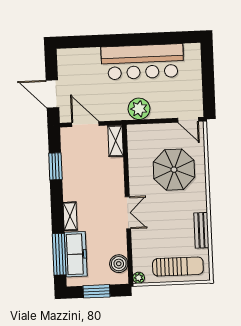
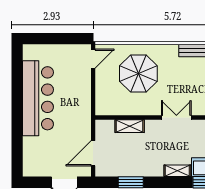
plant: (139, 109) -> (81, 103), removed
shelving: (116, 141) -> (130, 126), moved

